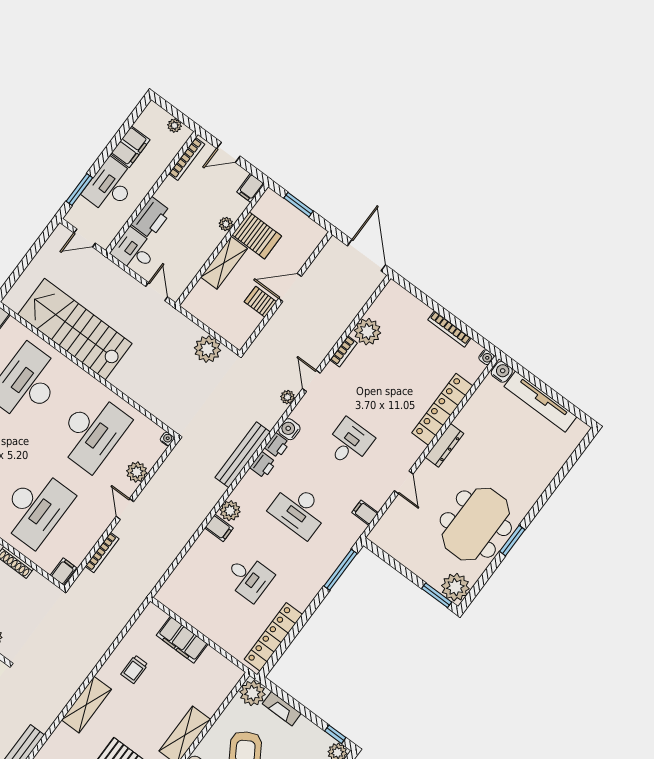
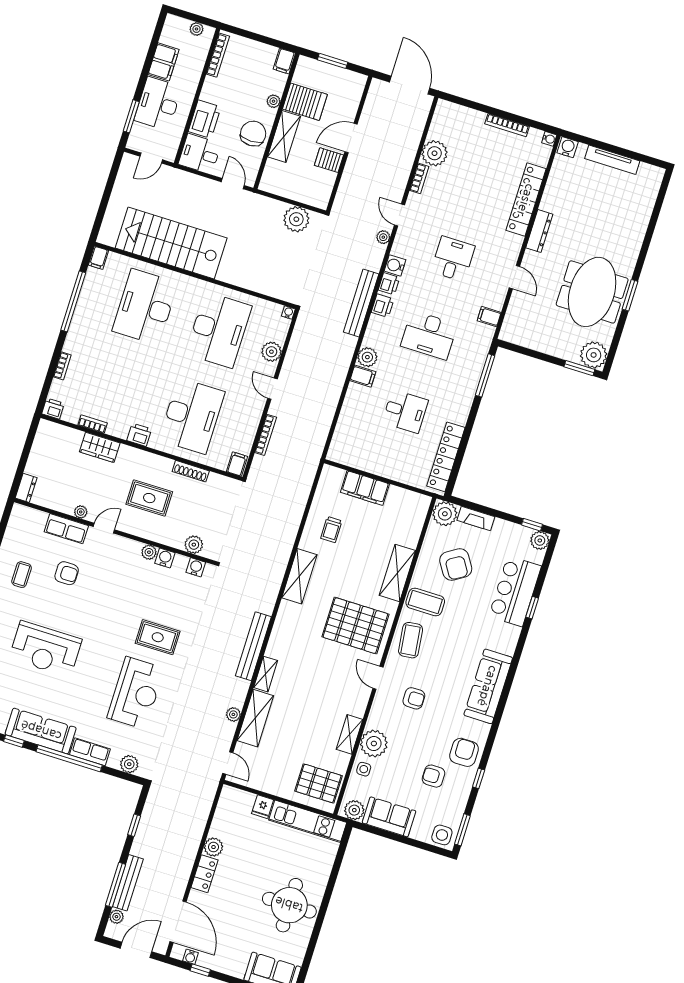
door: (228, 152) -> (253, 36), removed
chair: (194, 249) -> (253, 134), added
tv unit: (540, 402) -> (612, 160), width x0.73, depth x0.78

